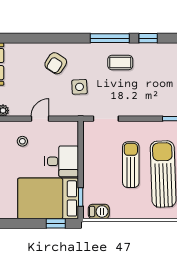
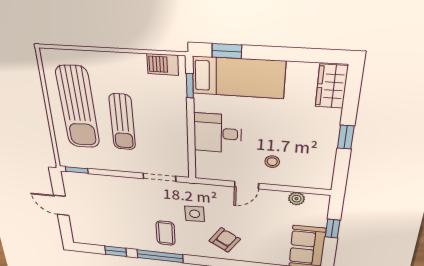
coffee table: (120, 63) -> (166, 233), moved, turned 90
bed: (48, 198) -> (238, 77), width x0.67

